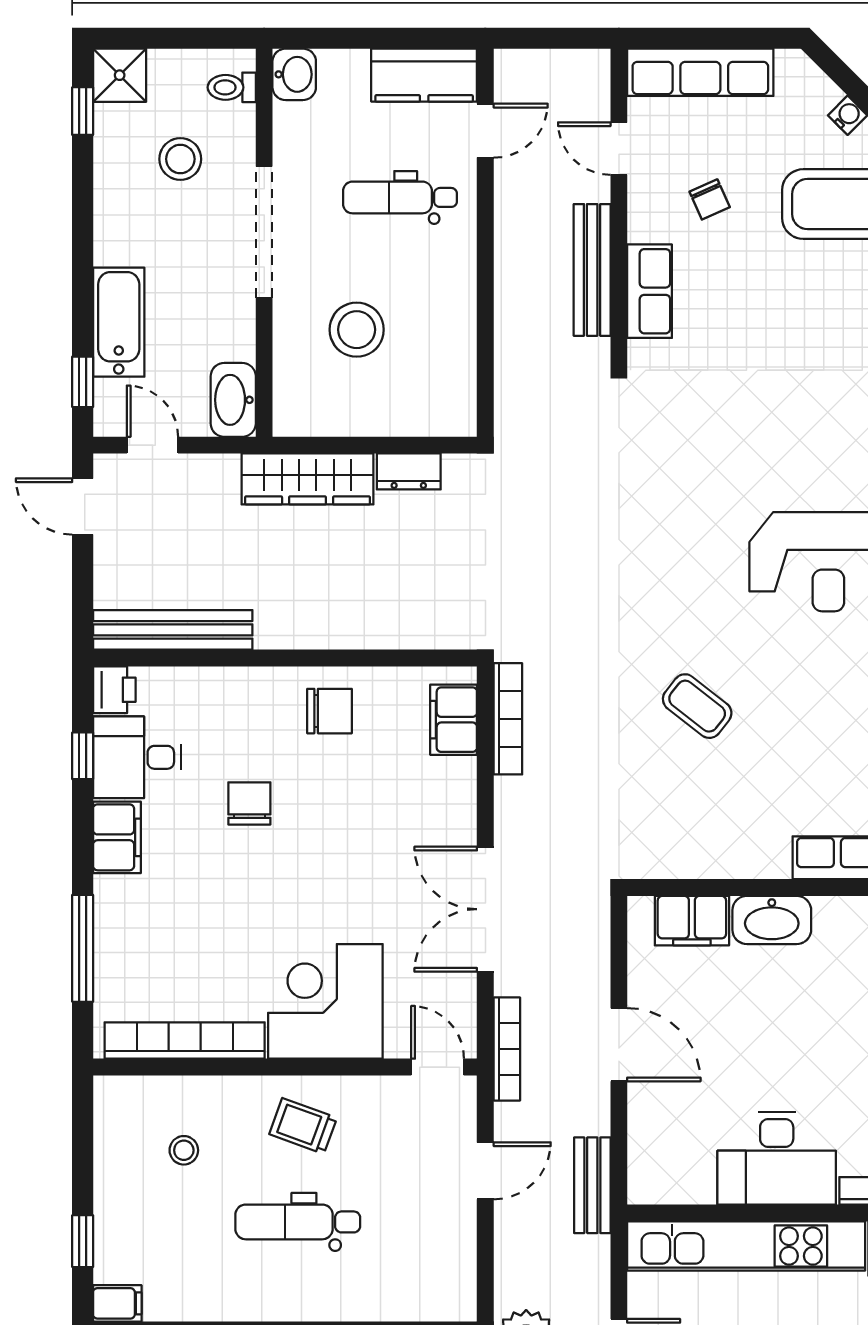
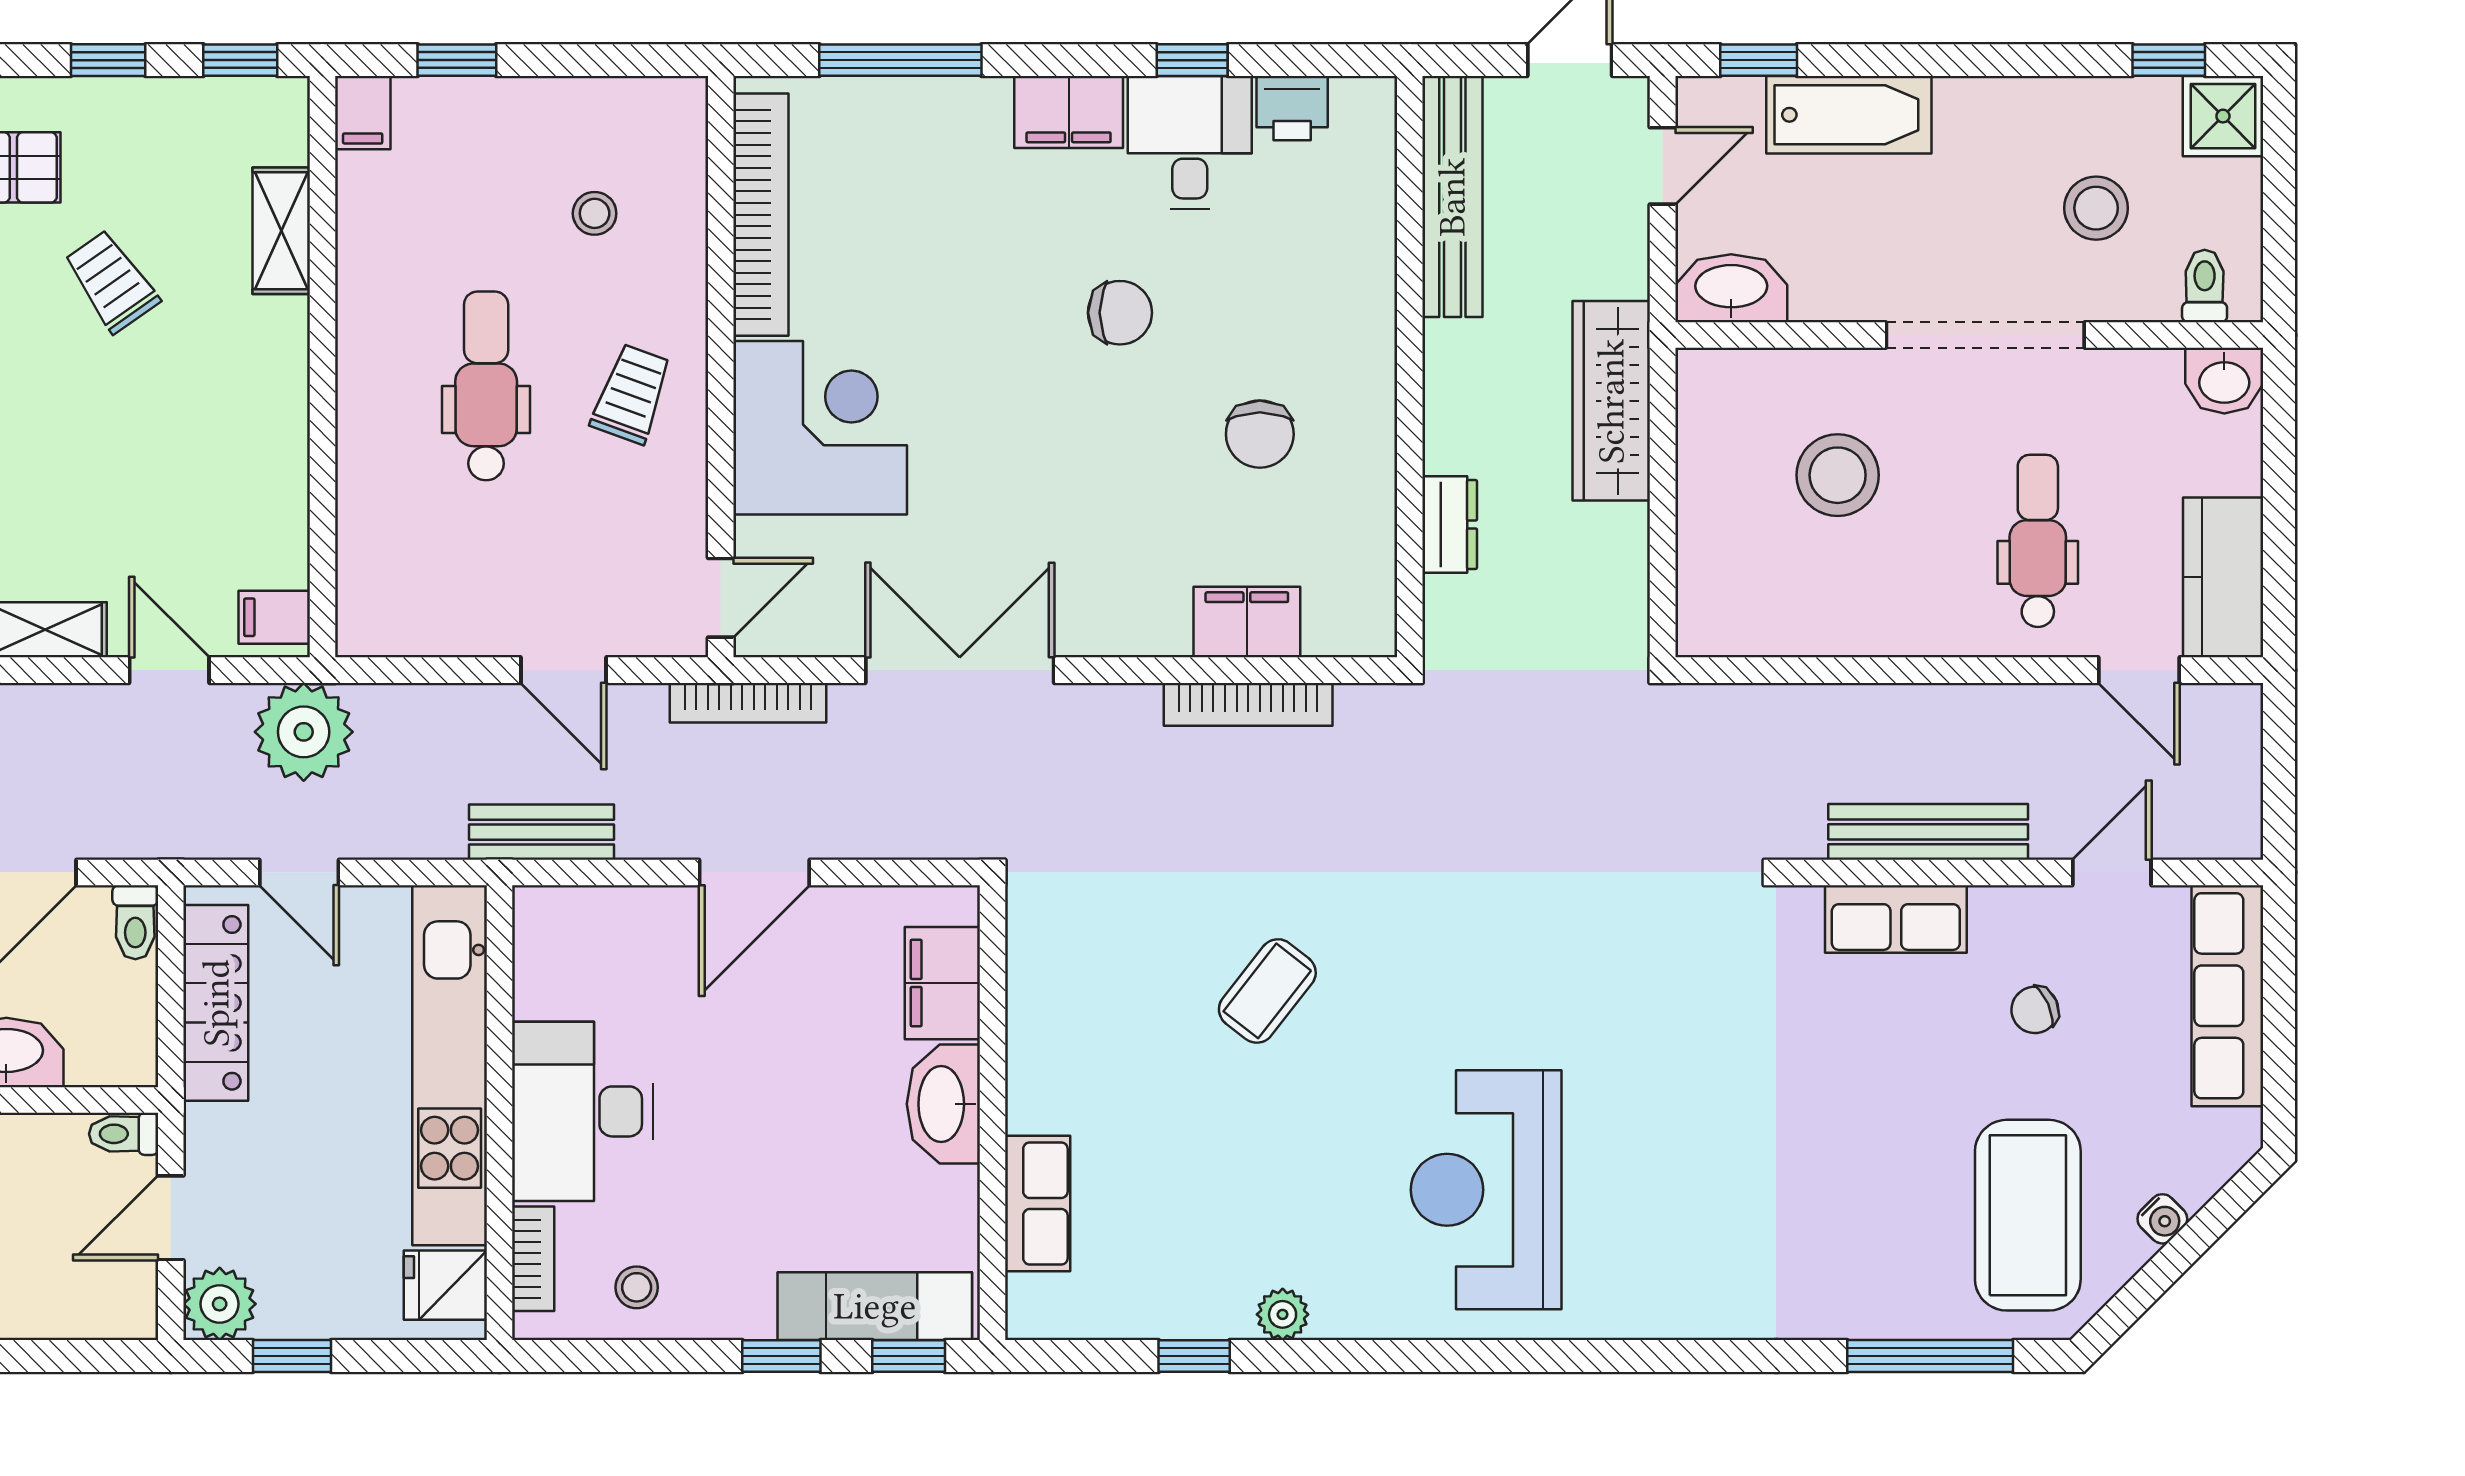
dresser: (409, 471) -> (1450, 525), moved, turned 180
bench: (173, 630) -> (1452, 197), moved
wall: (285, 658) -> (1410, 367), moved

